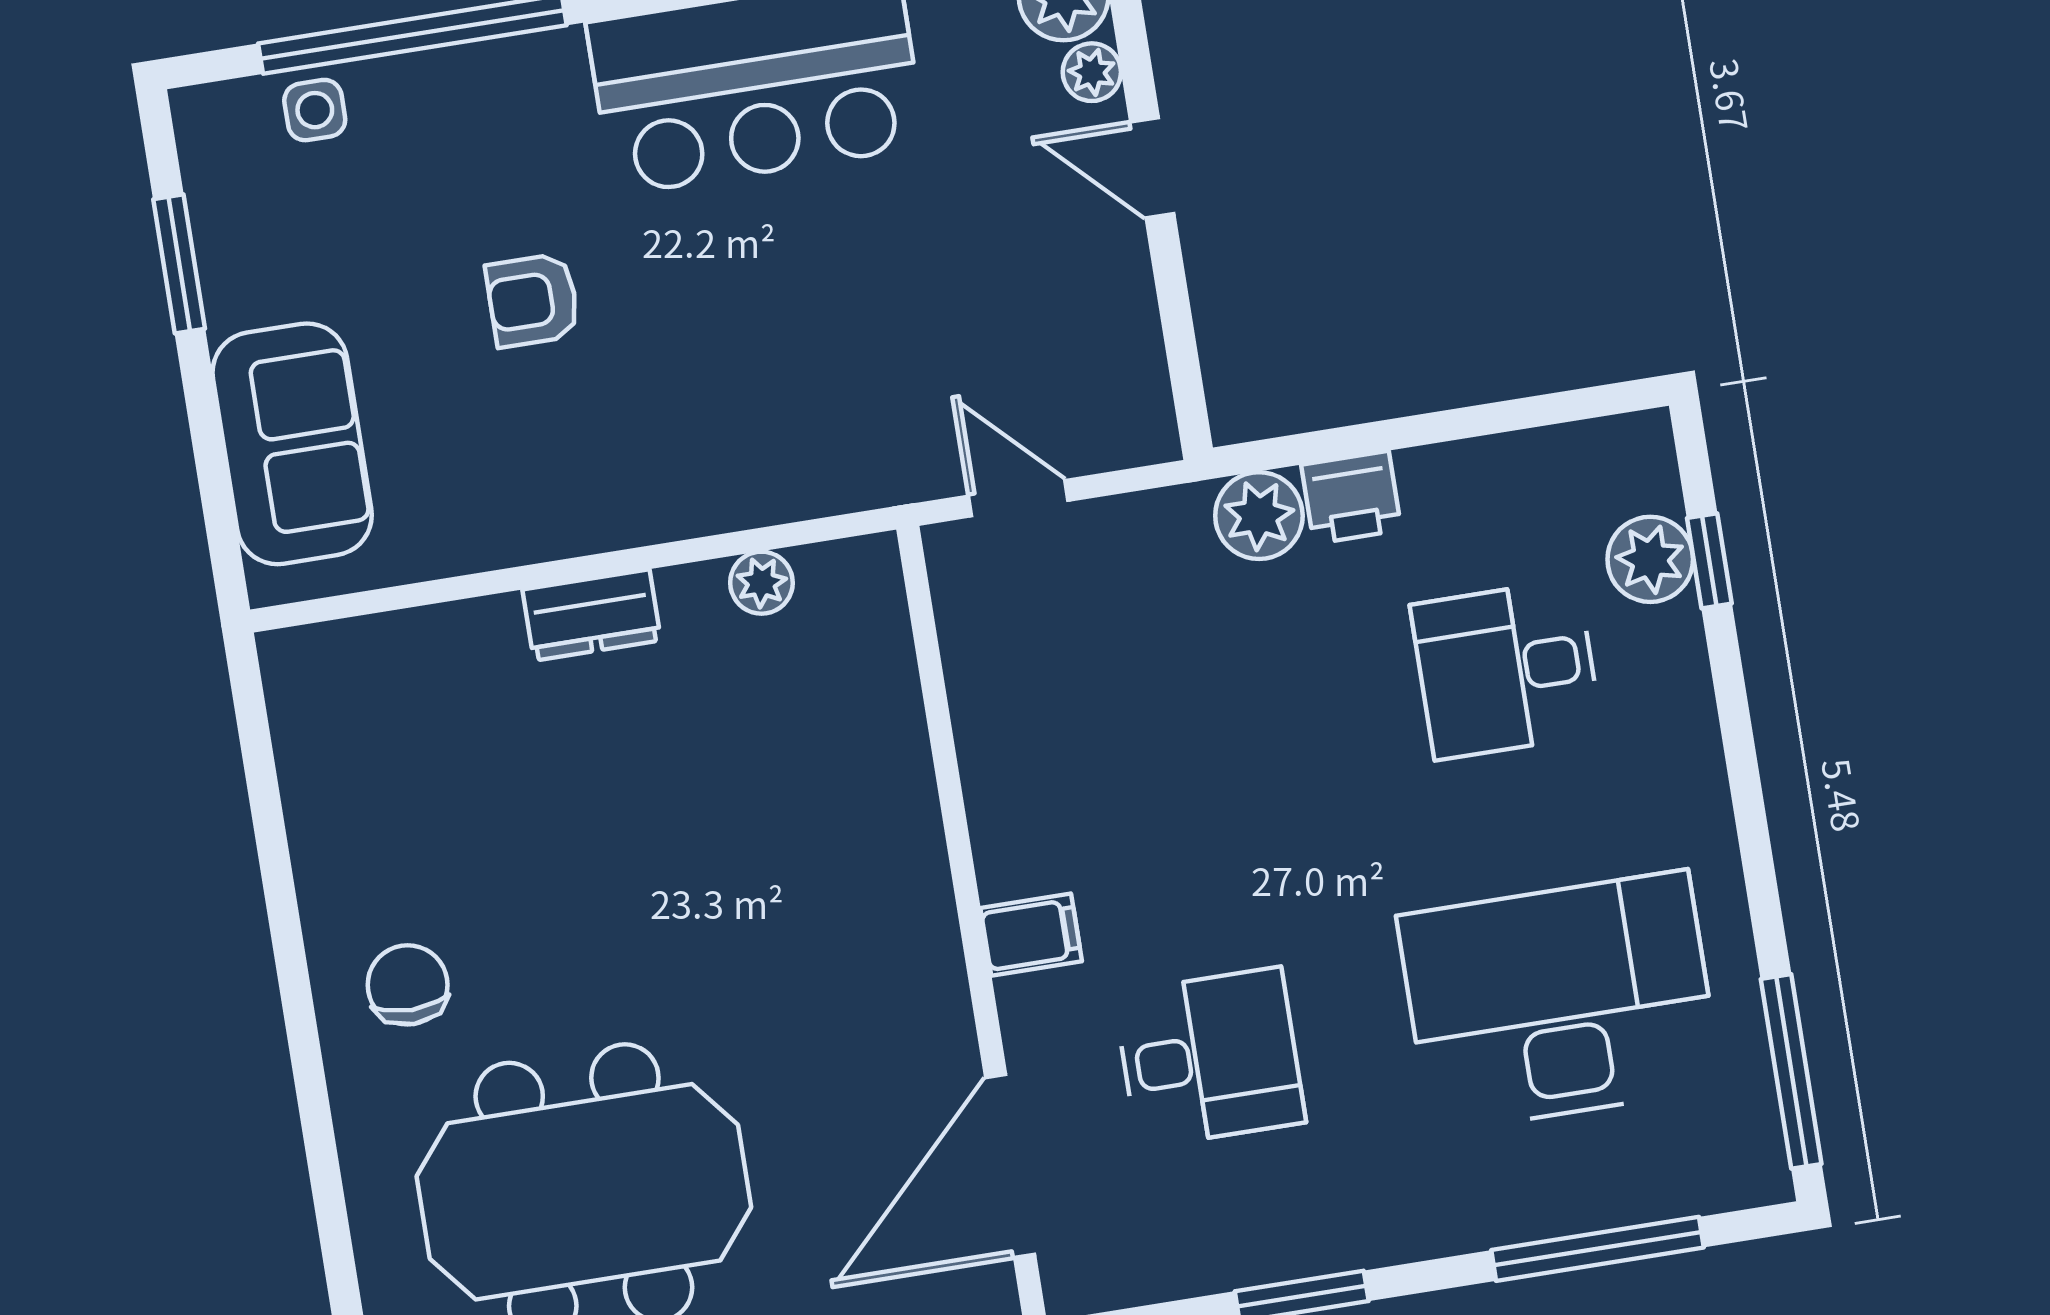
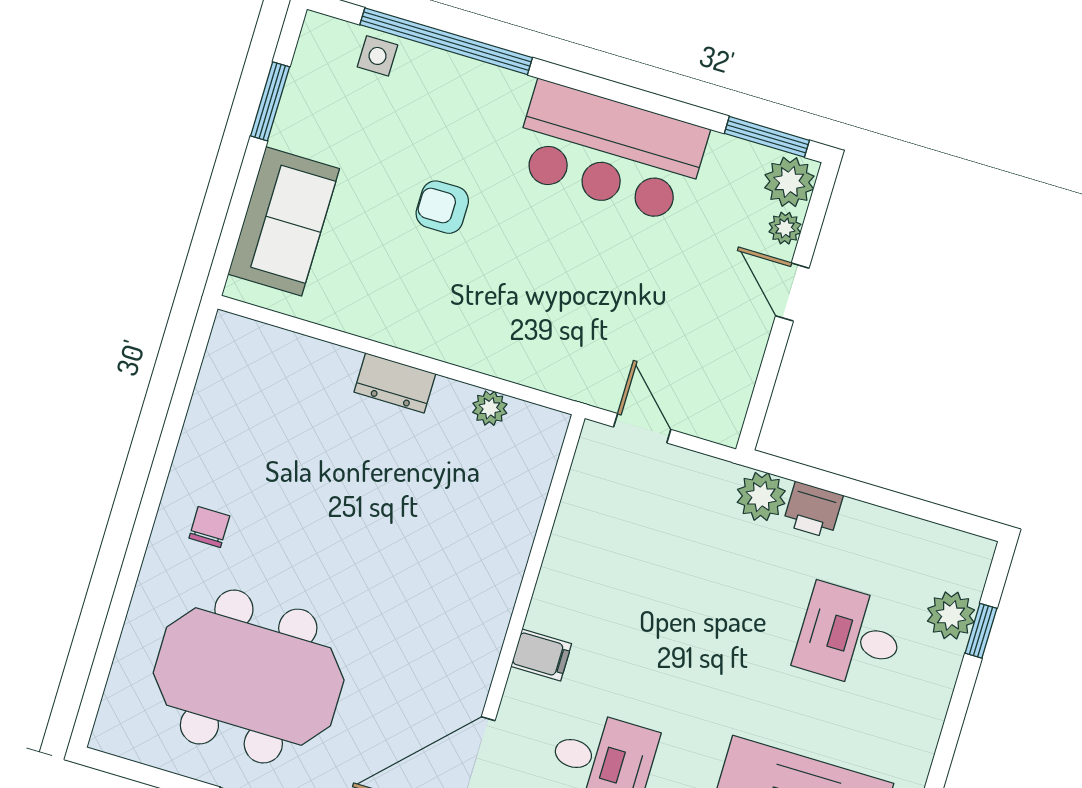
chair: (408, 985) -> (209, 527), width x0.73, depth x0.73

